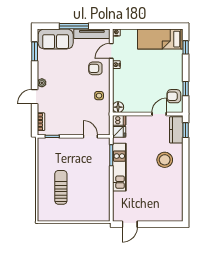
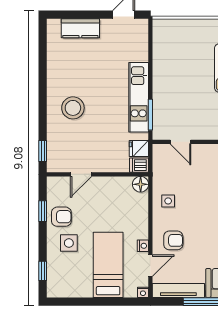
bed: (160, 39) -> (108, 265), moved, turned -90
side table: (167, 67) -> (69, 243), added
armchair: (174, 96) -> (61, 217), moved
kitchen counter: (176, 130) -> (80, 28), moved, turned 90

